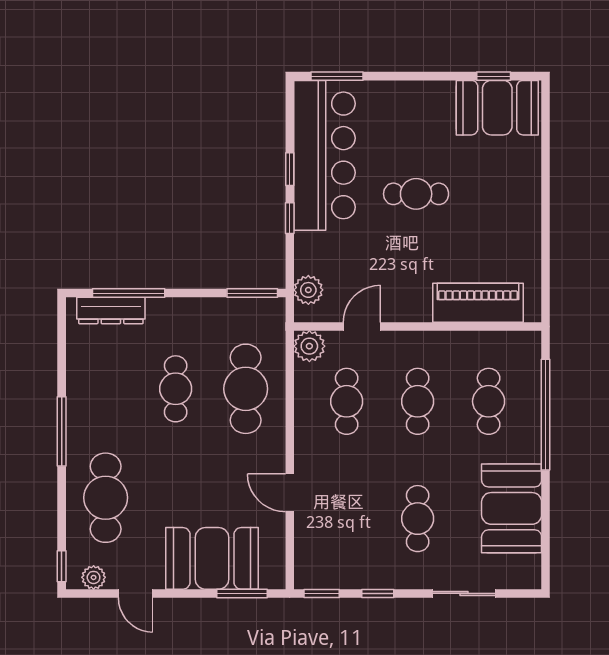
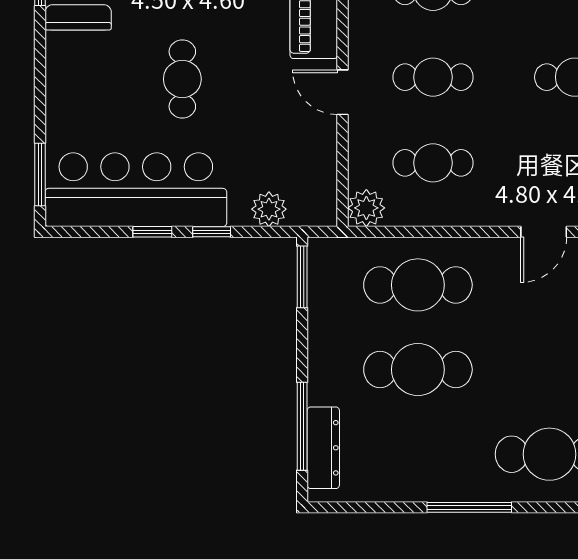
plant: (308, 290) -> (269, 209), moved
door: (362, 326) -> (343, 92), moved
cafe table: (176, 389) -> (418, 370), width x1.37, depth x1.35

